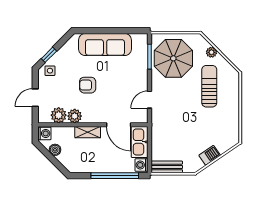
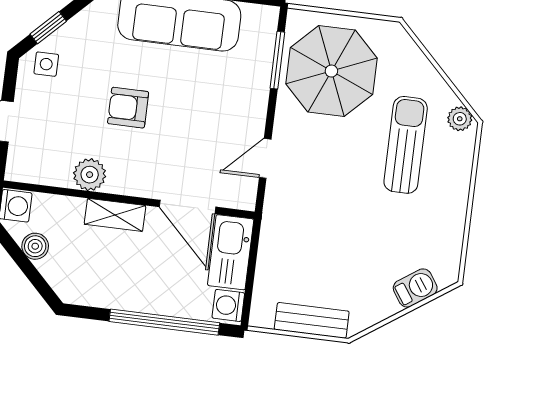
plant: (211, 52) -> (460, 119), moved
plant: (59, 115) -> (53, 168), removed
barbecue: (210, 155) -> (415, 288), moved
bench: (167, 167) -> (312, 320), moved

